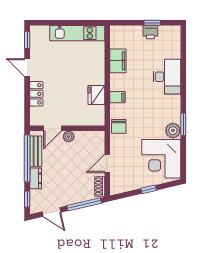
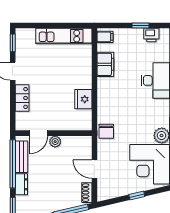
printer: (150, 32) -> (151, 35), moved
filing cabinet: (118, 97) -> (105, 37), moved
door: (107, 163) -> (94, 169), hinge flipped

